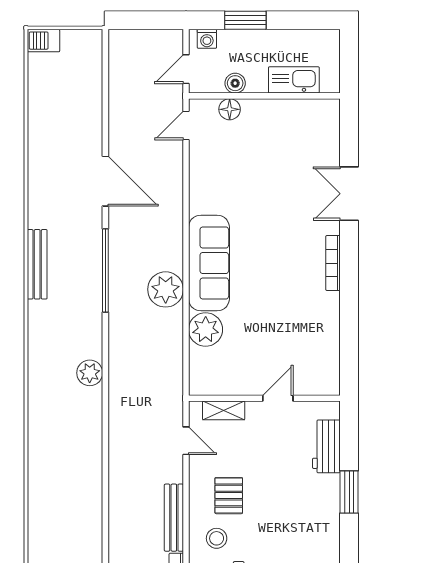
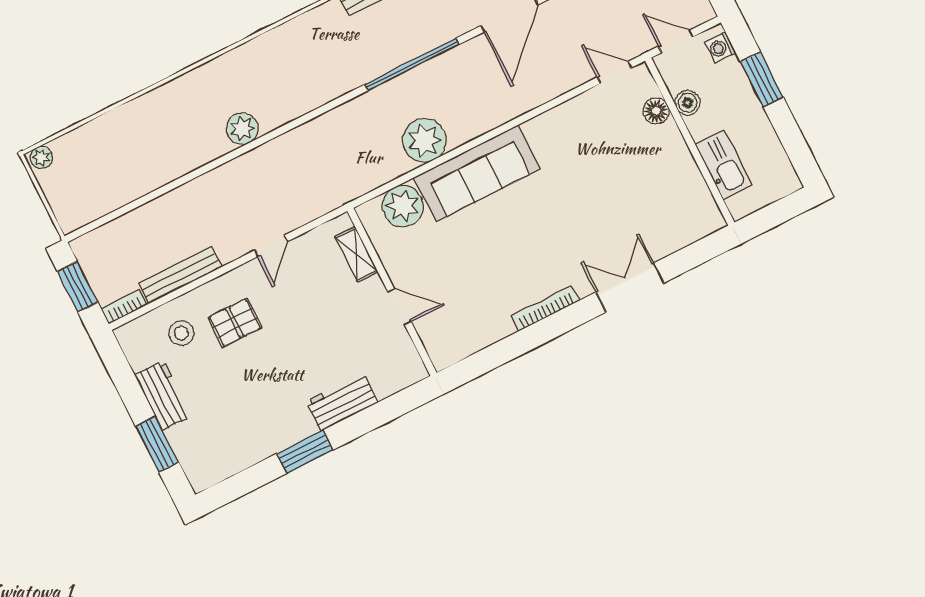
plant: (90, 373) -> (242, 129), moved
wall: (264, 398) -> (392, 292), moved
door: (278, 398) -> (399, 307), moved
shelving: (224, 410) -> (356, 254), moved

